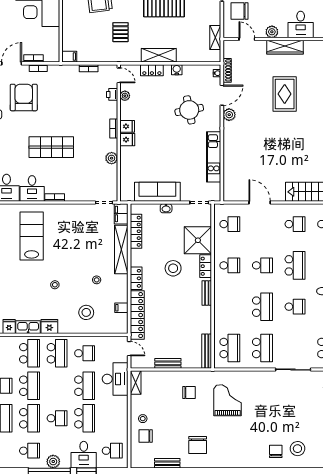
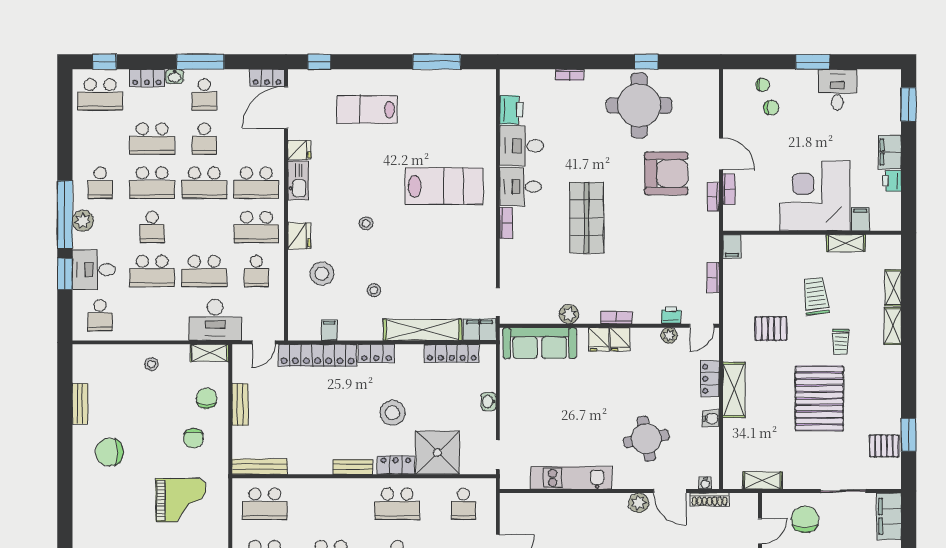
sofa: (157, 192) -> (540, 343), moved, turned 90
school desk: (230, 265) -> (397, 504), width x1.85
fridge: (49, 326) -> (299, 236), moved
chair: (146, 436) -> (206, 398), moved

